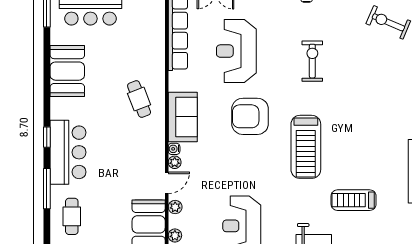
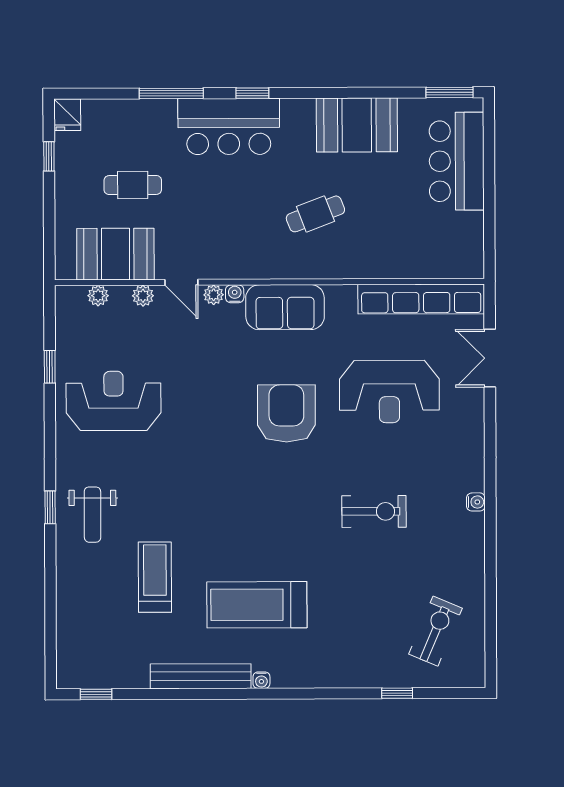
reception desk: (236, 51) -> (389, 391), turned 180
cafe table: (139, 99) -> (315, 214), moved
treadmill: (306, 147) -> (257, 605), moved
cafe table: (72, 216) -> (133, 185), moved

